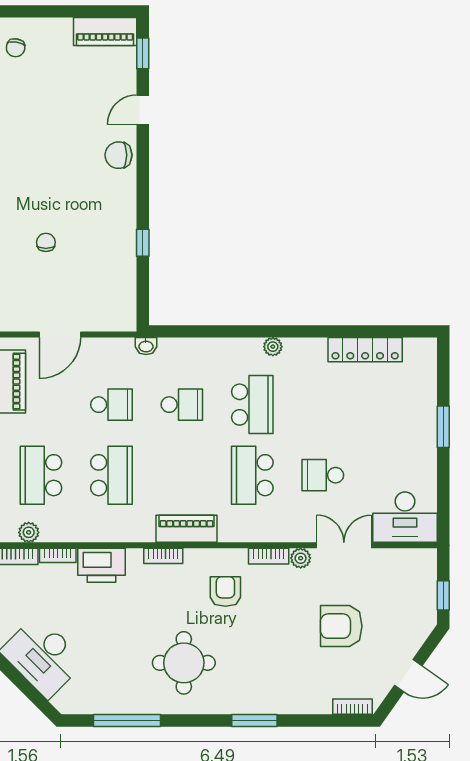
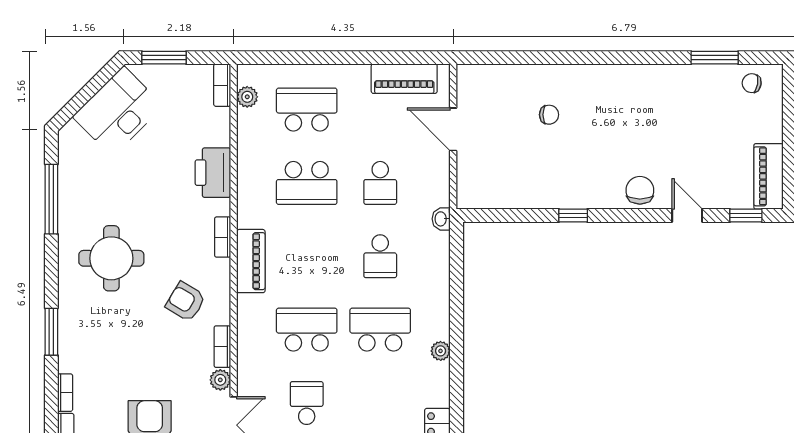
window: (143, 243) -> (573, 216), moved
school desk: (252, 405) -> (380, 330), turned 180
bookcase: (58, 555) -> (65, 393), moved, turned 180
armchair: (225, 591) -> (186, 302), turned -149

